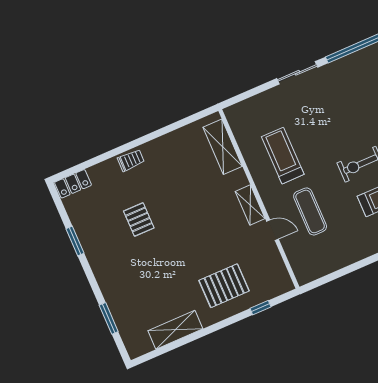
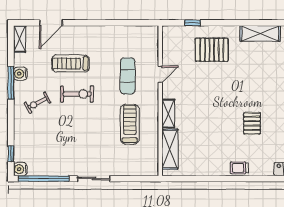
treadmill: (283, 156) -> (130, 124), turned 180
shelving: (250, 205) -> (168, 114), moved
door: (272, 230) -> (160, 74), swing flipped

